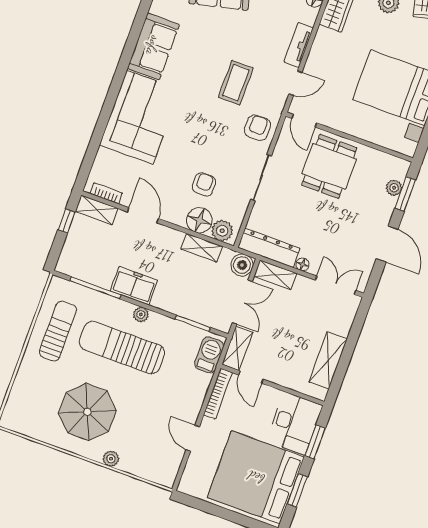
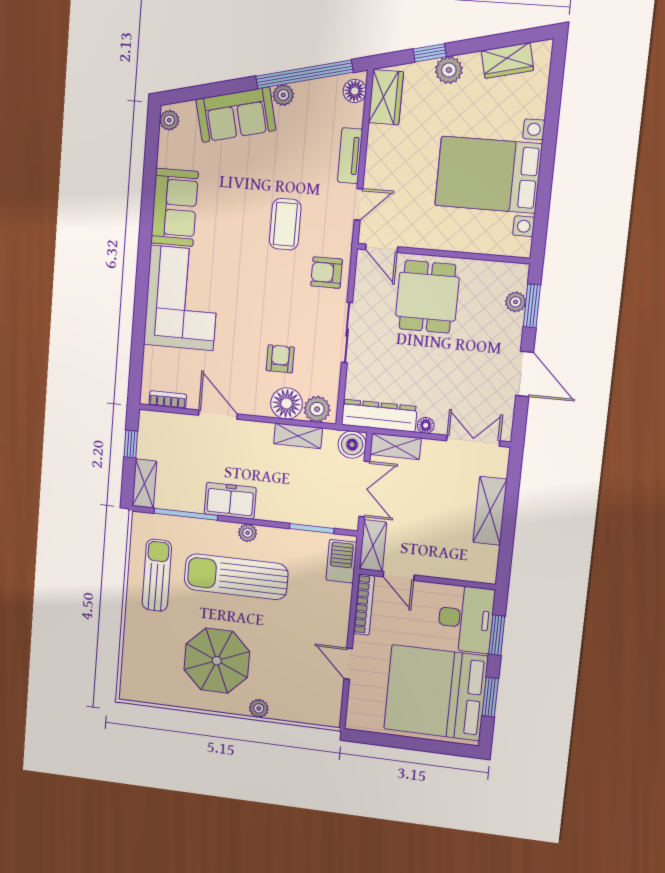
armchair: (257, 128) -> (327, 273), turned -90
shelving: (97, 210) -> (144, 484), moved, turned 90
shelving: (328, 360) -> (490, 511), moved

